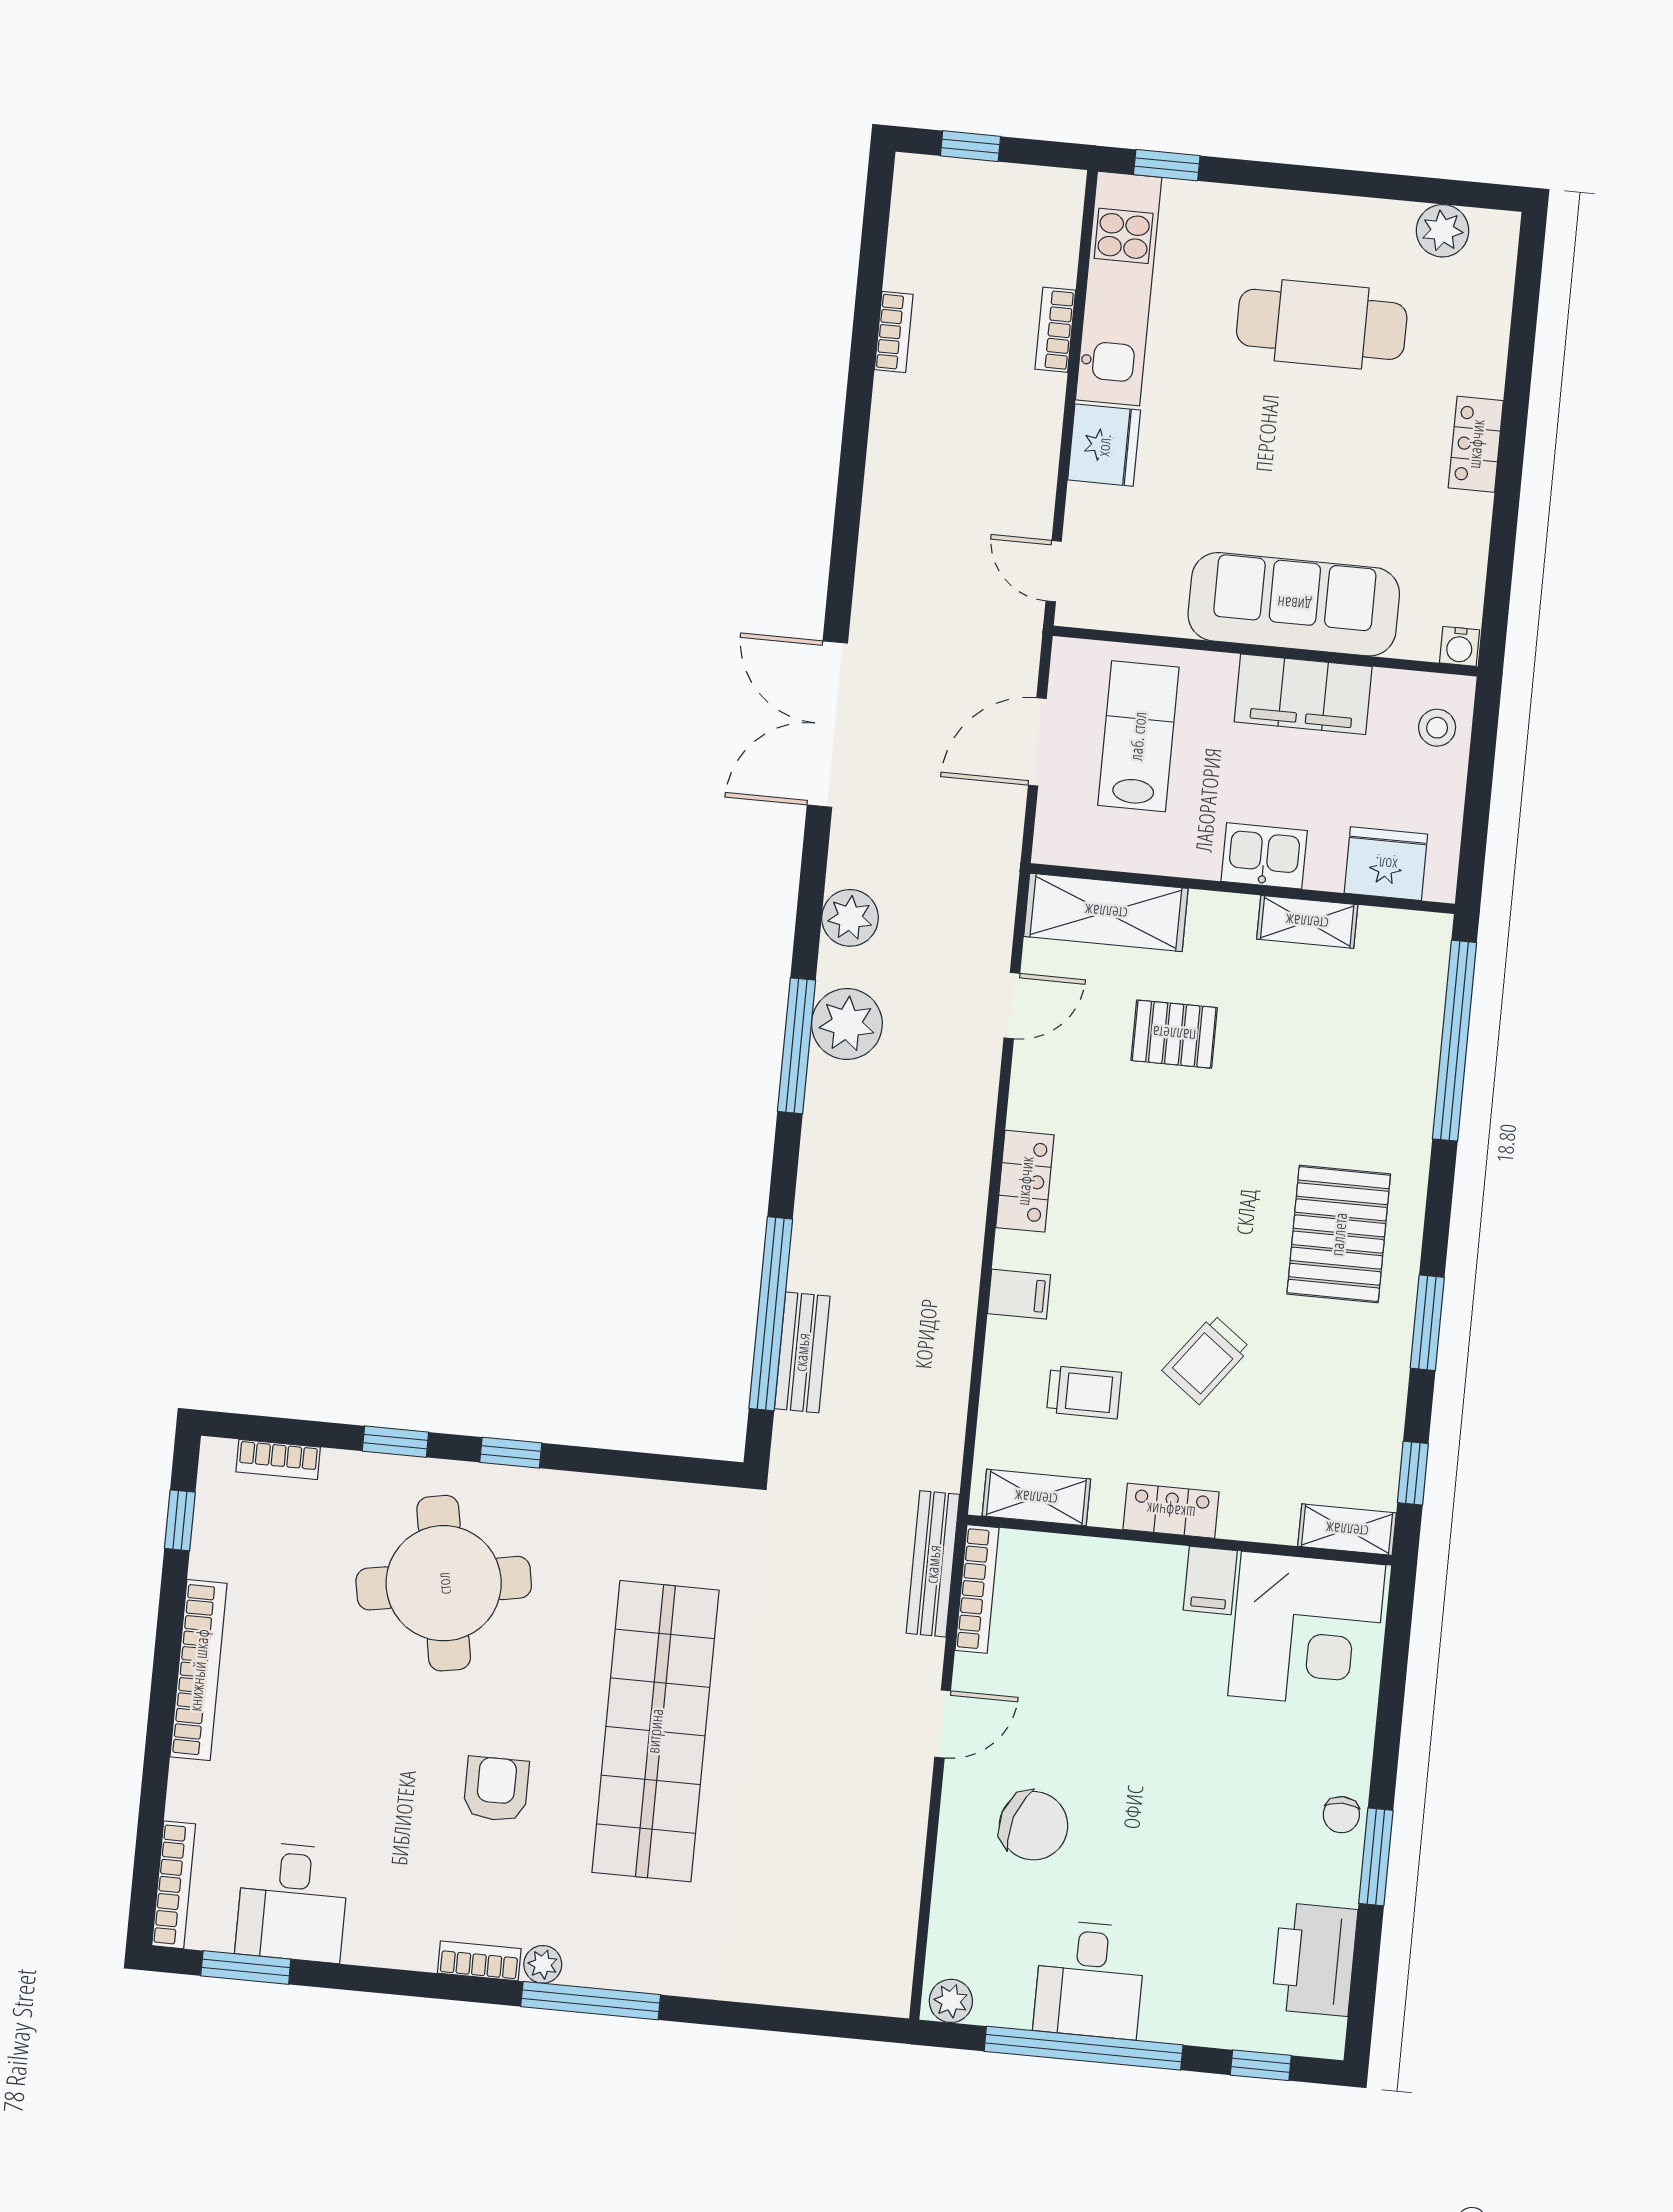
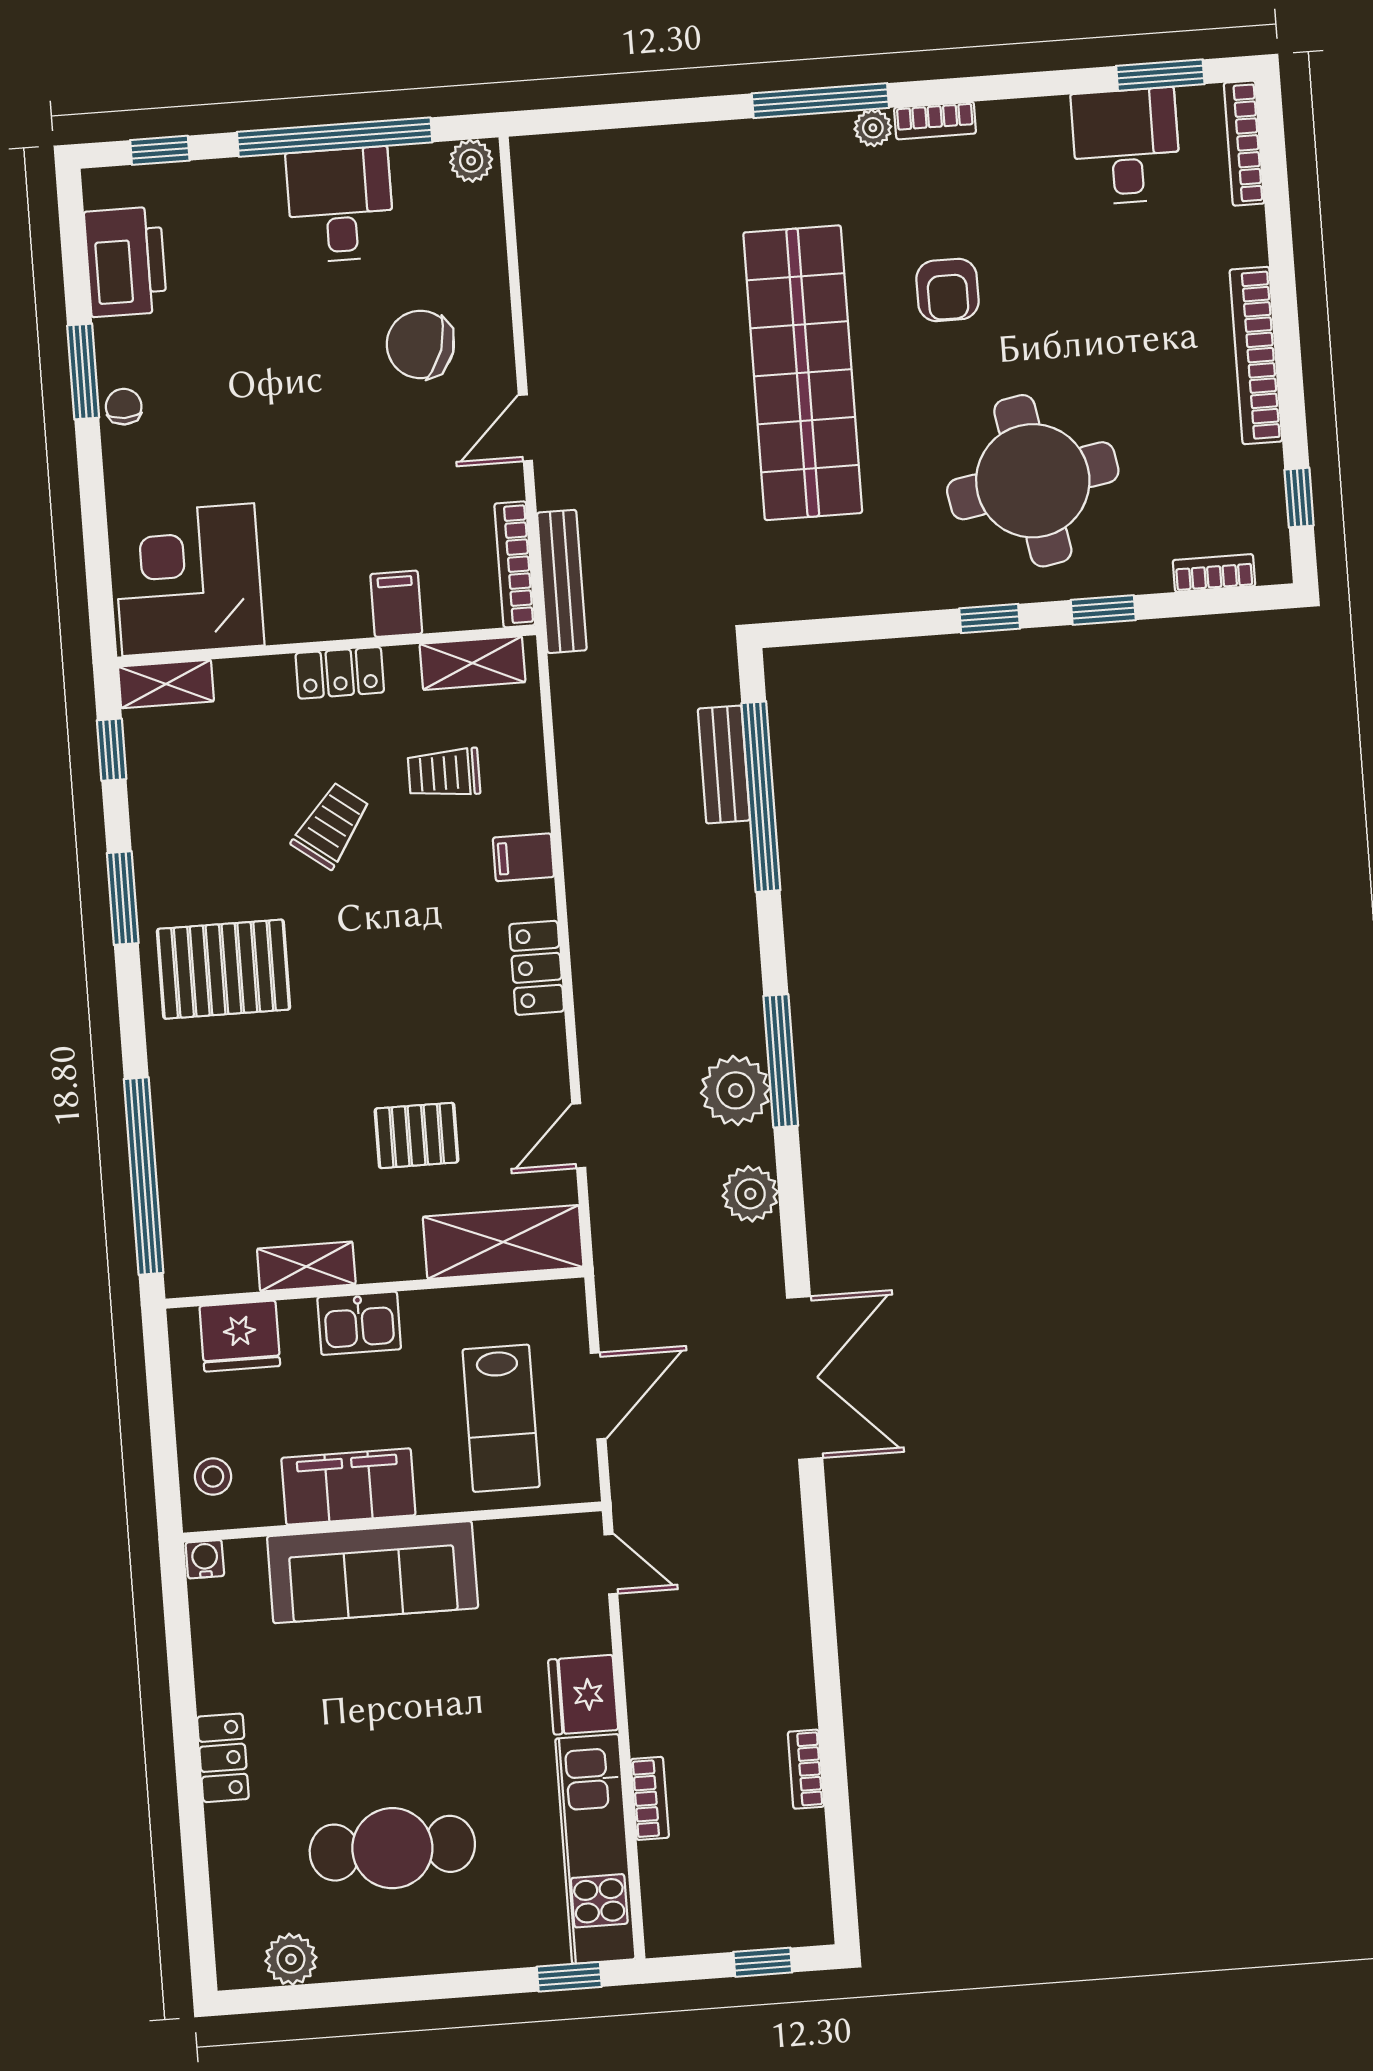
pallet: (1339, 1234) -> (224, 969), turned 90
filing cabinet: (1210, 1580) -> (396, 604), moved

